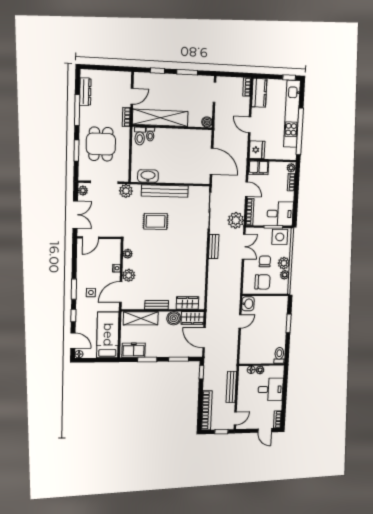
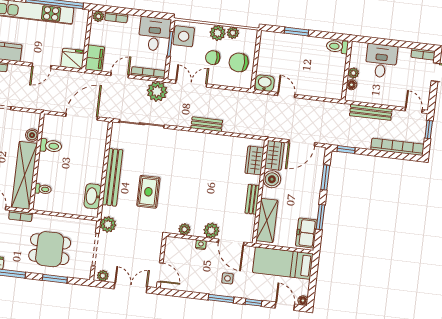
boiler: (207, 122) -> (32, 135), moved
toilet: (140, 136) -> (51, 146), moved
bench: (214, 247) -> (207, 124), moved
chair: (262, 282) -> (239, 62), turned -90
door: (73, 341) -> (285, 306), hinge flipped

